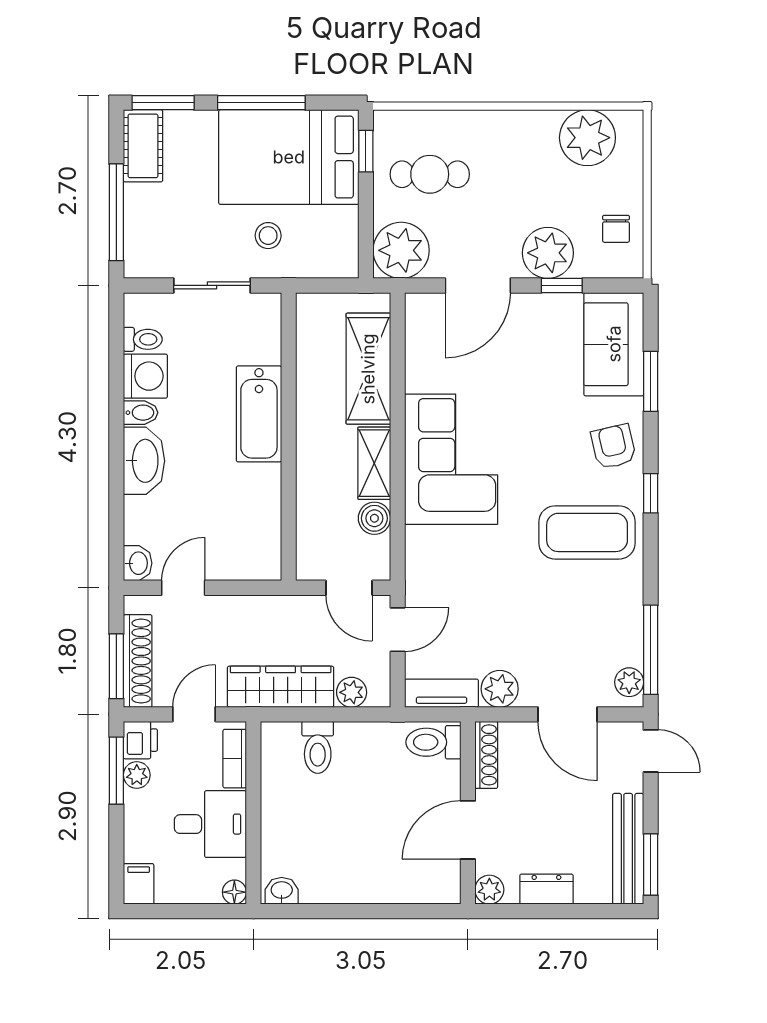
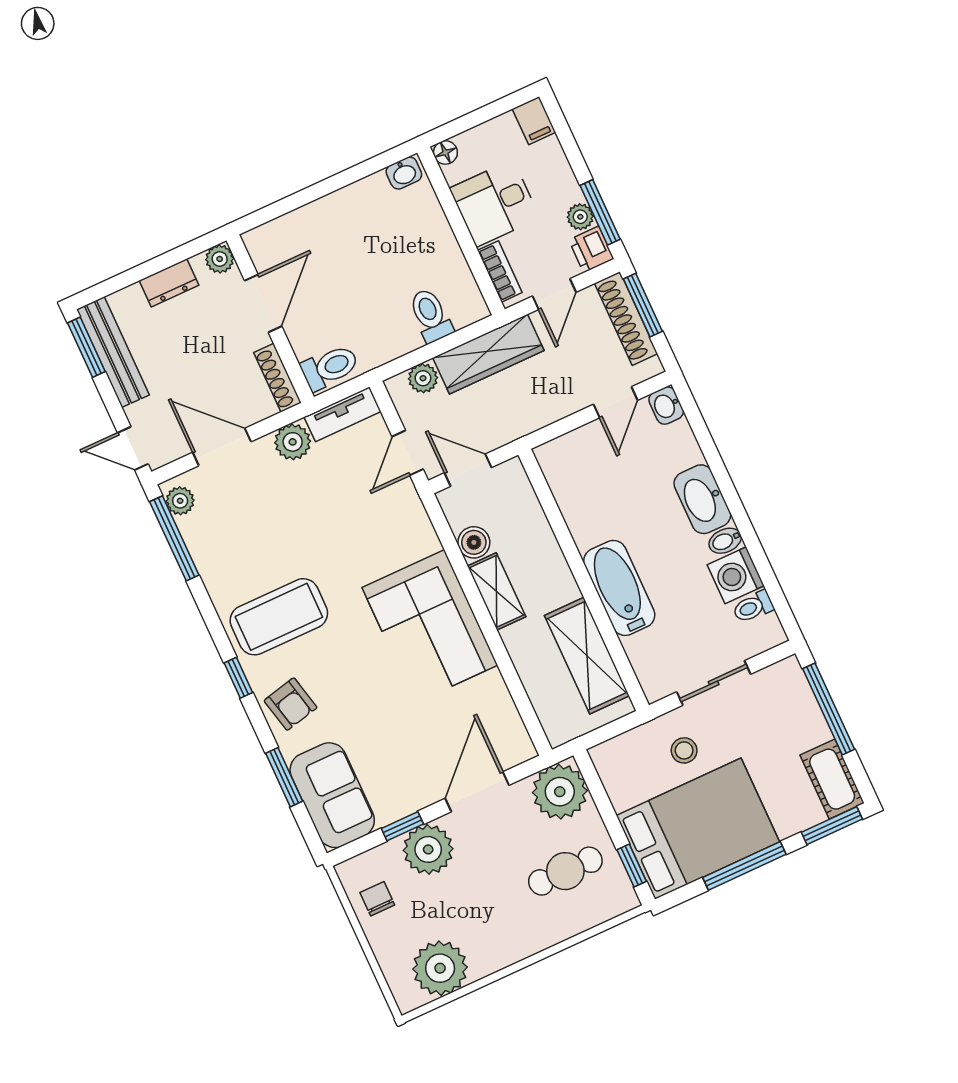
shelving: (368, 369) -> (587, 656), moved

